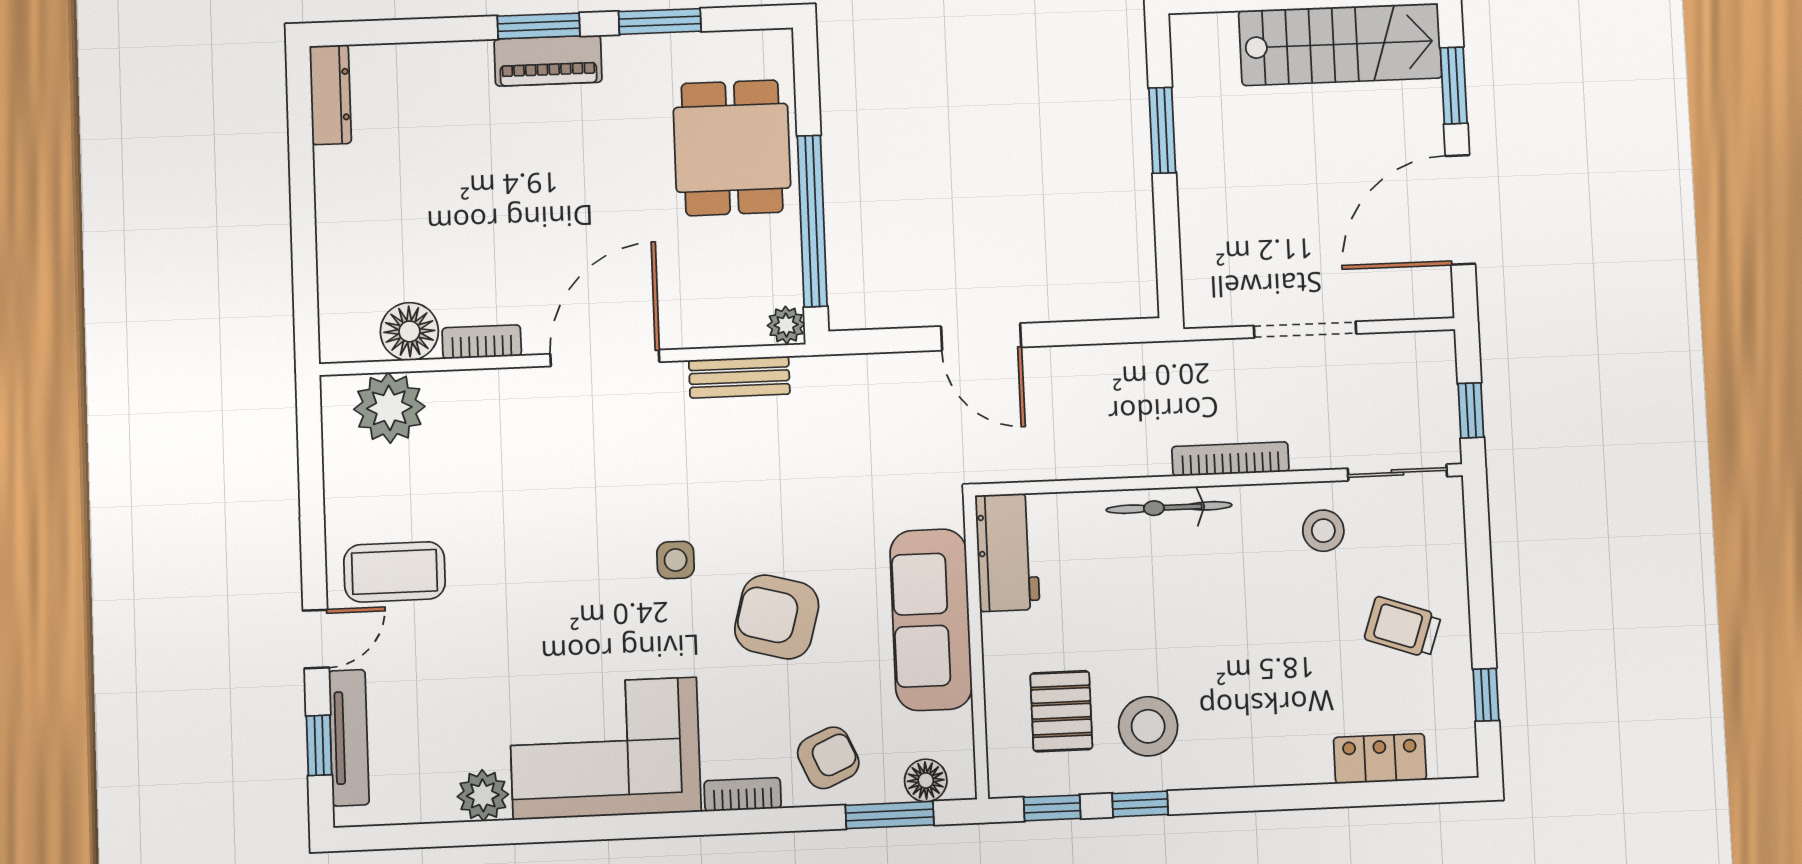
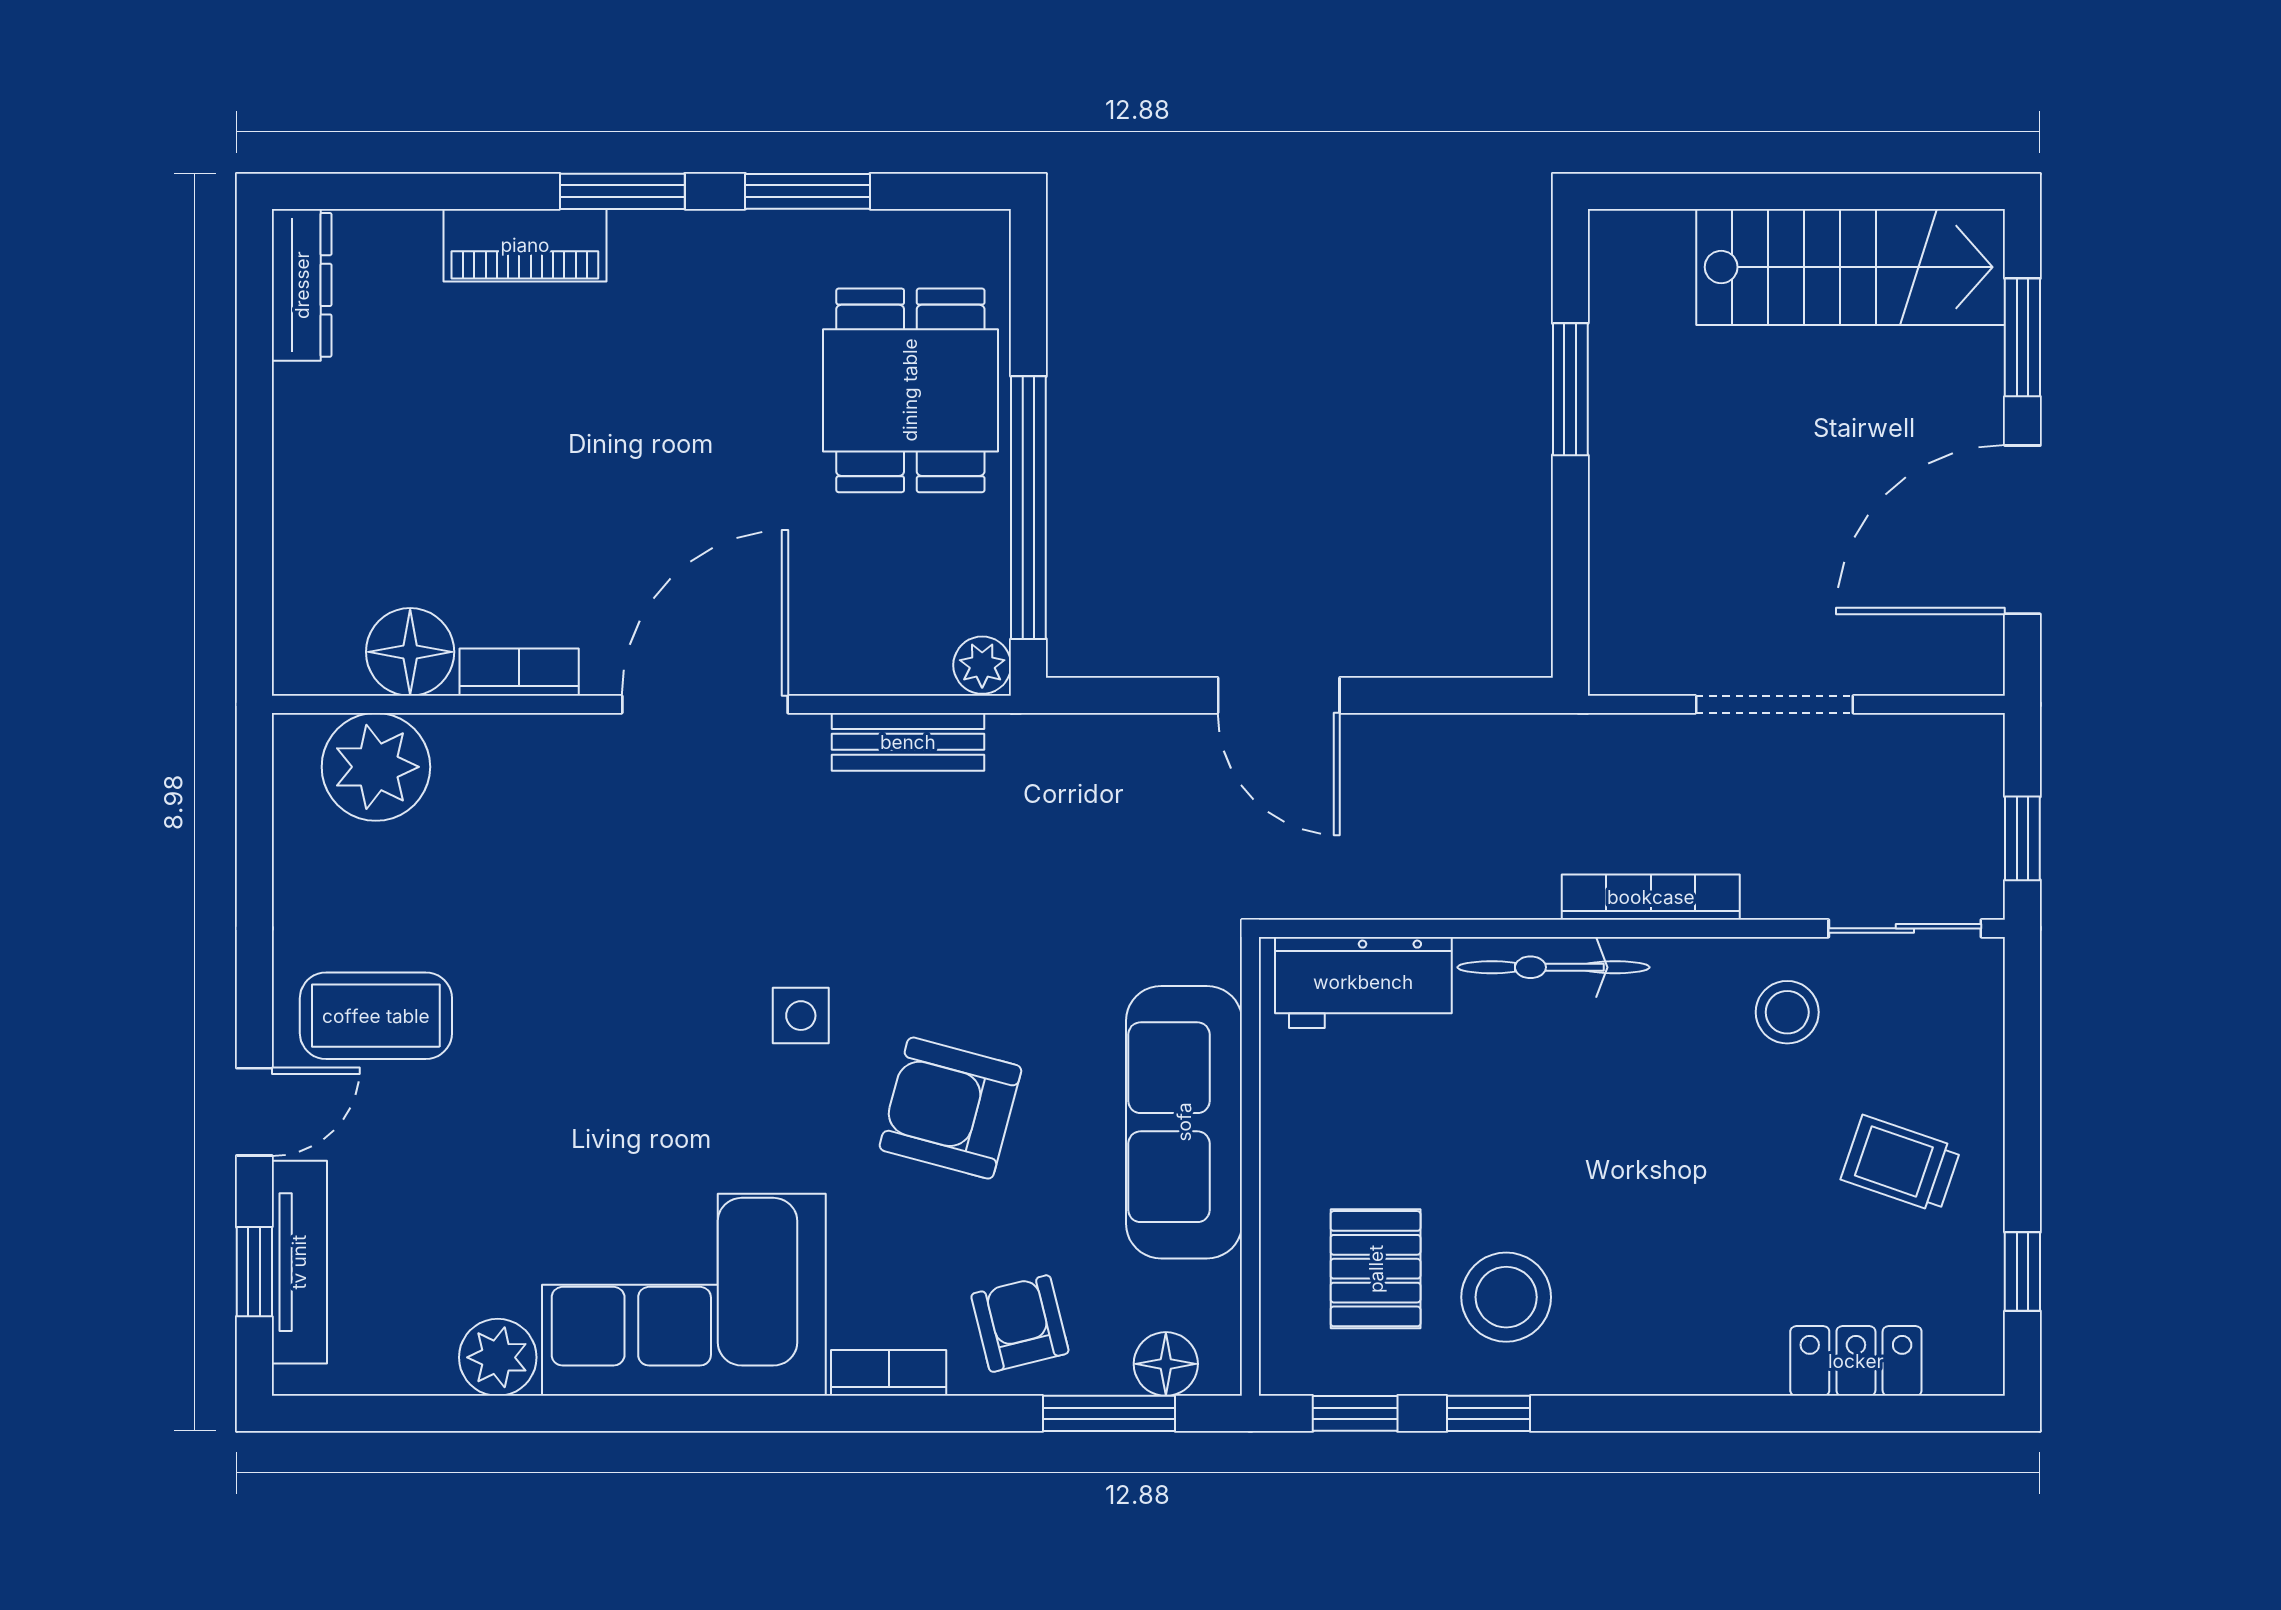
piano: (548, 61) -> (525, 245), moved
workbench: (1007, 552) -> (1363, 982), moved, turned 90
armchair: (828, 758) -> (1020, 1324), turned -80

